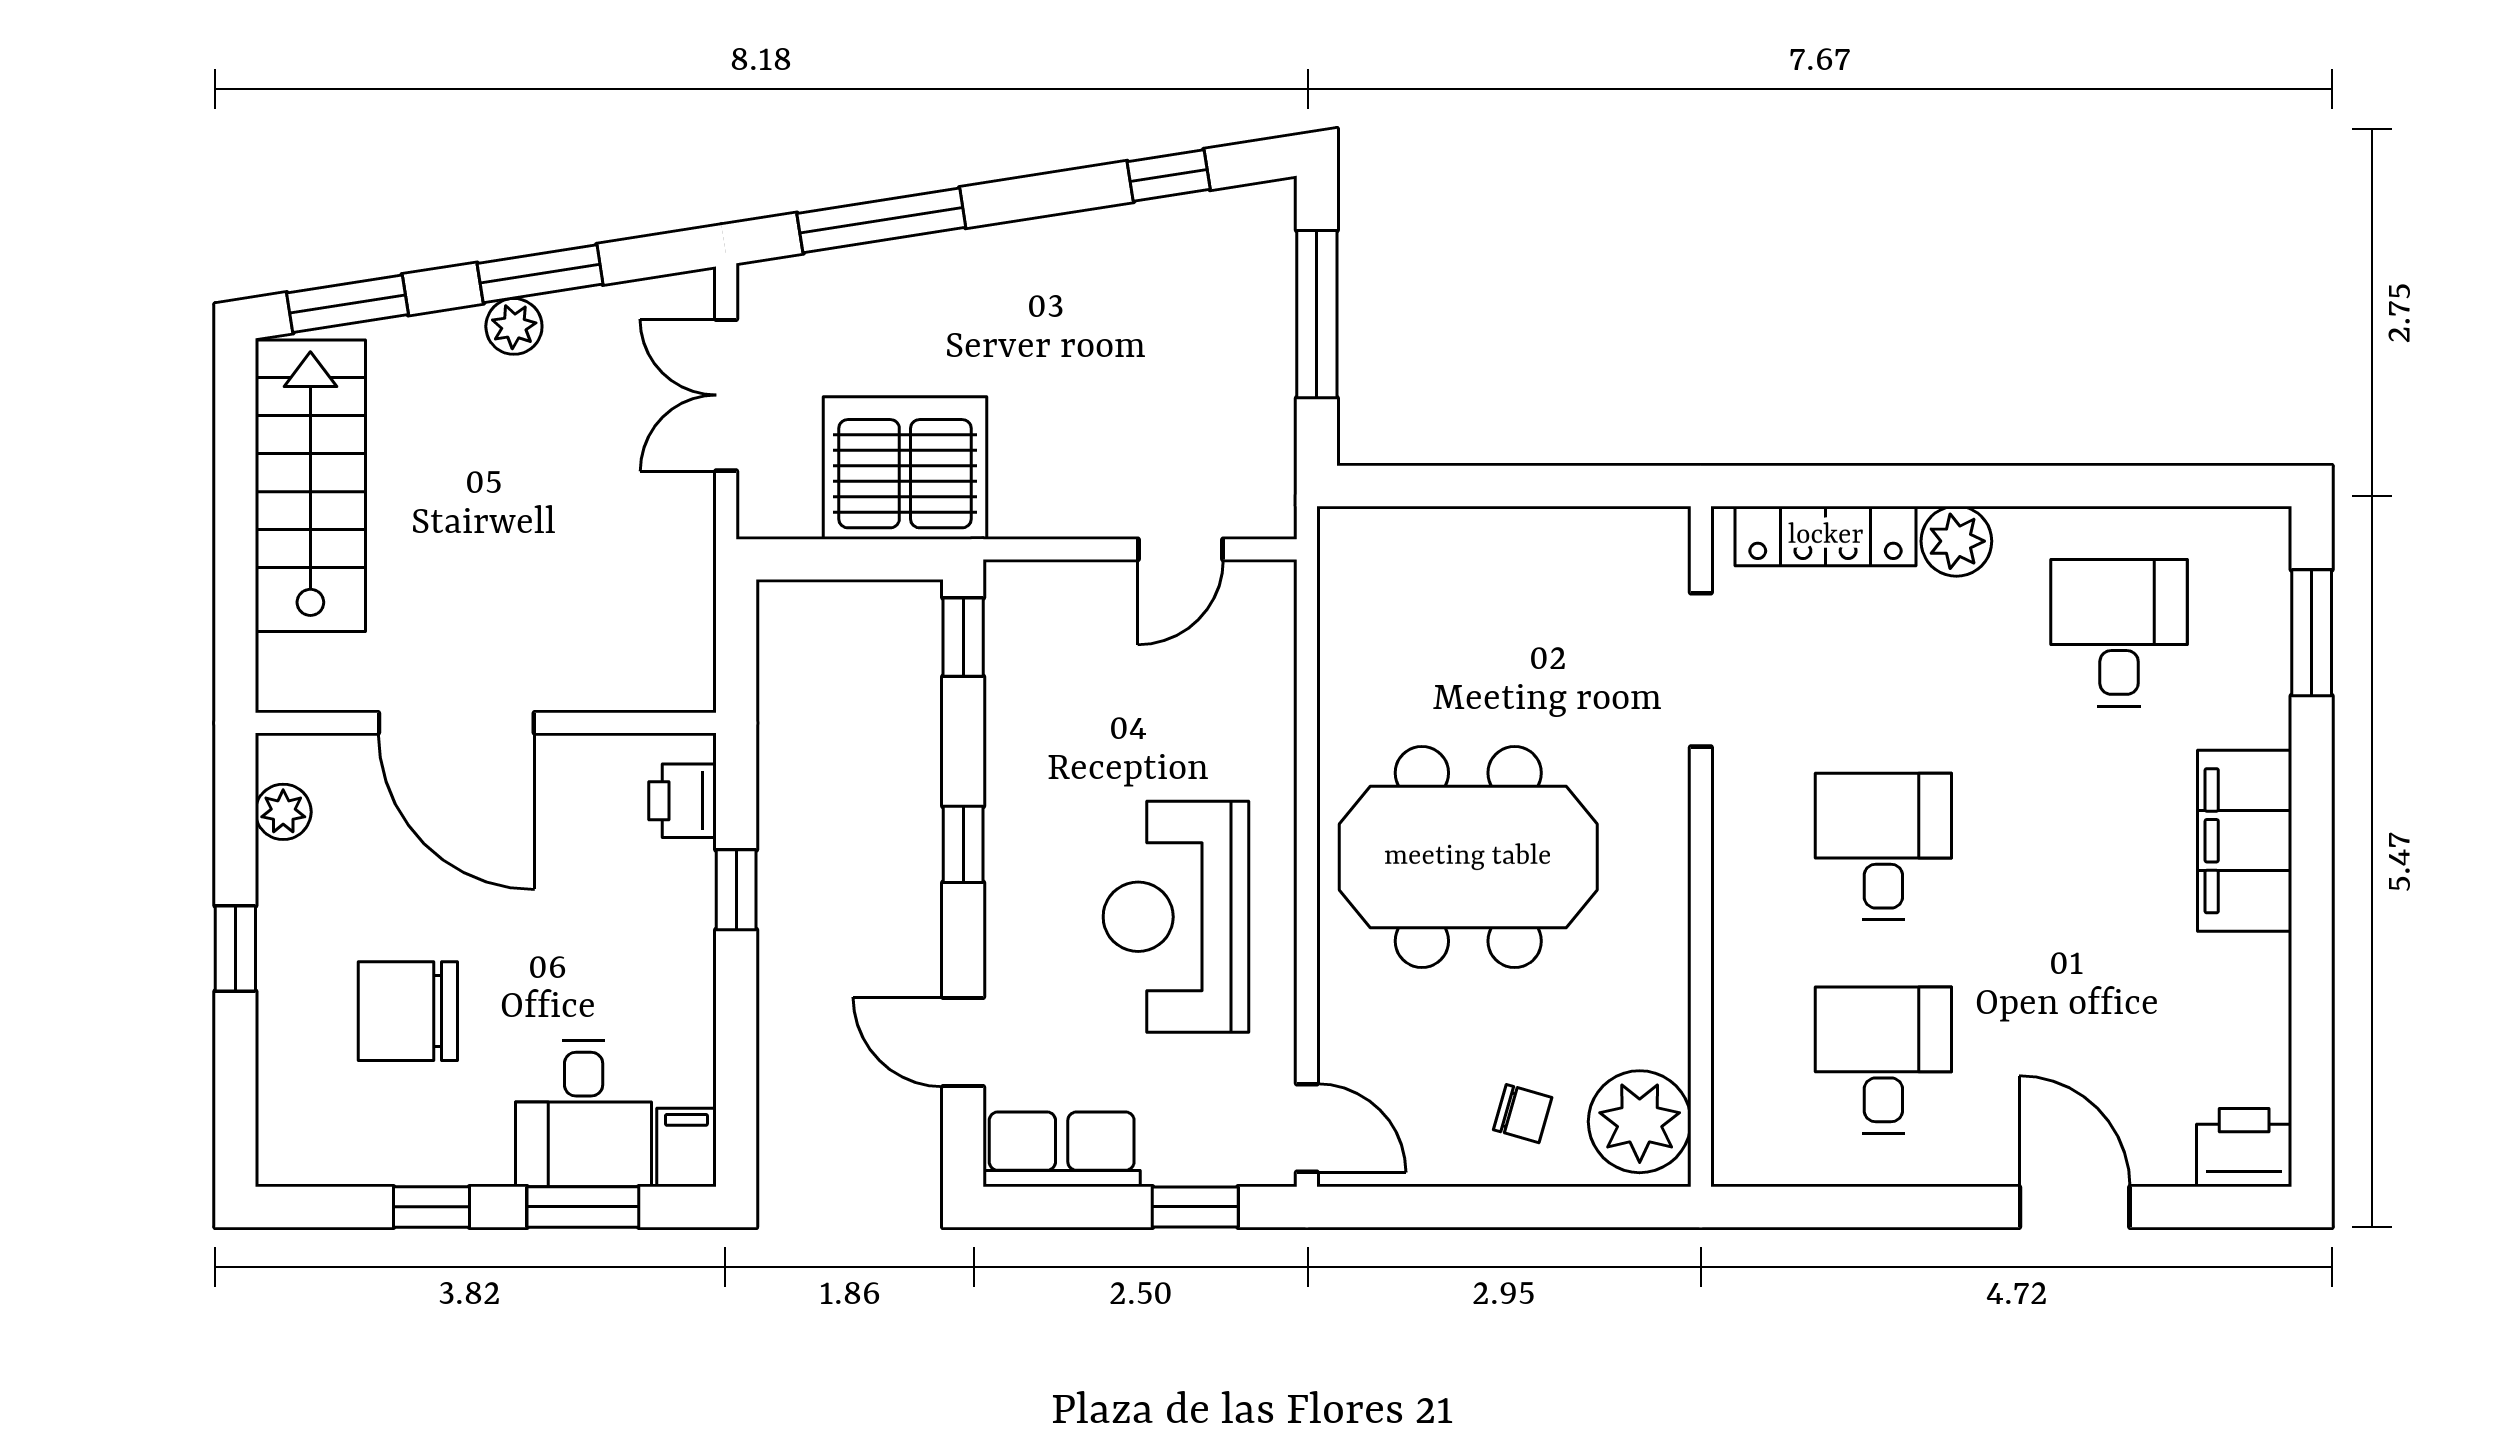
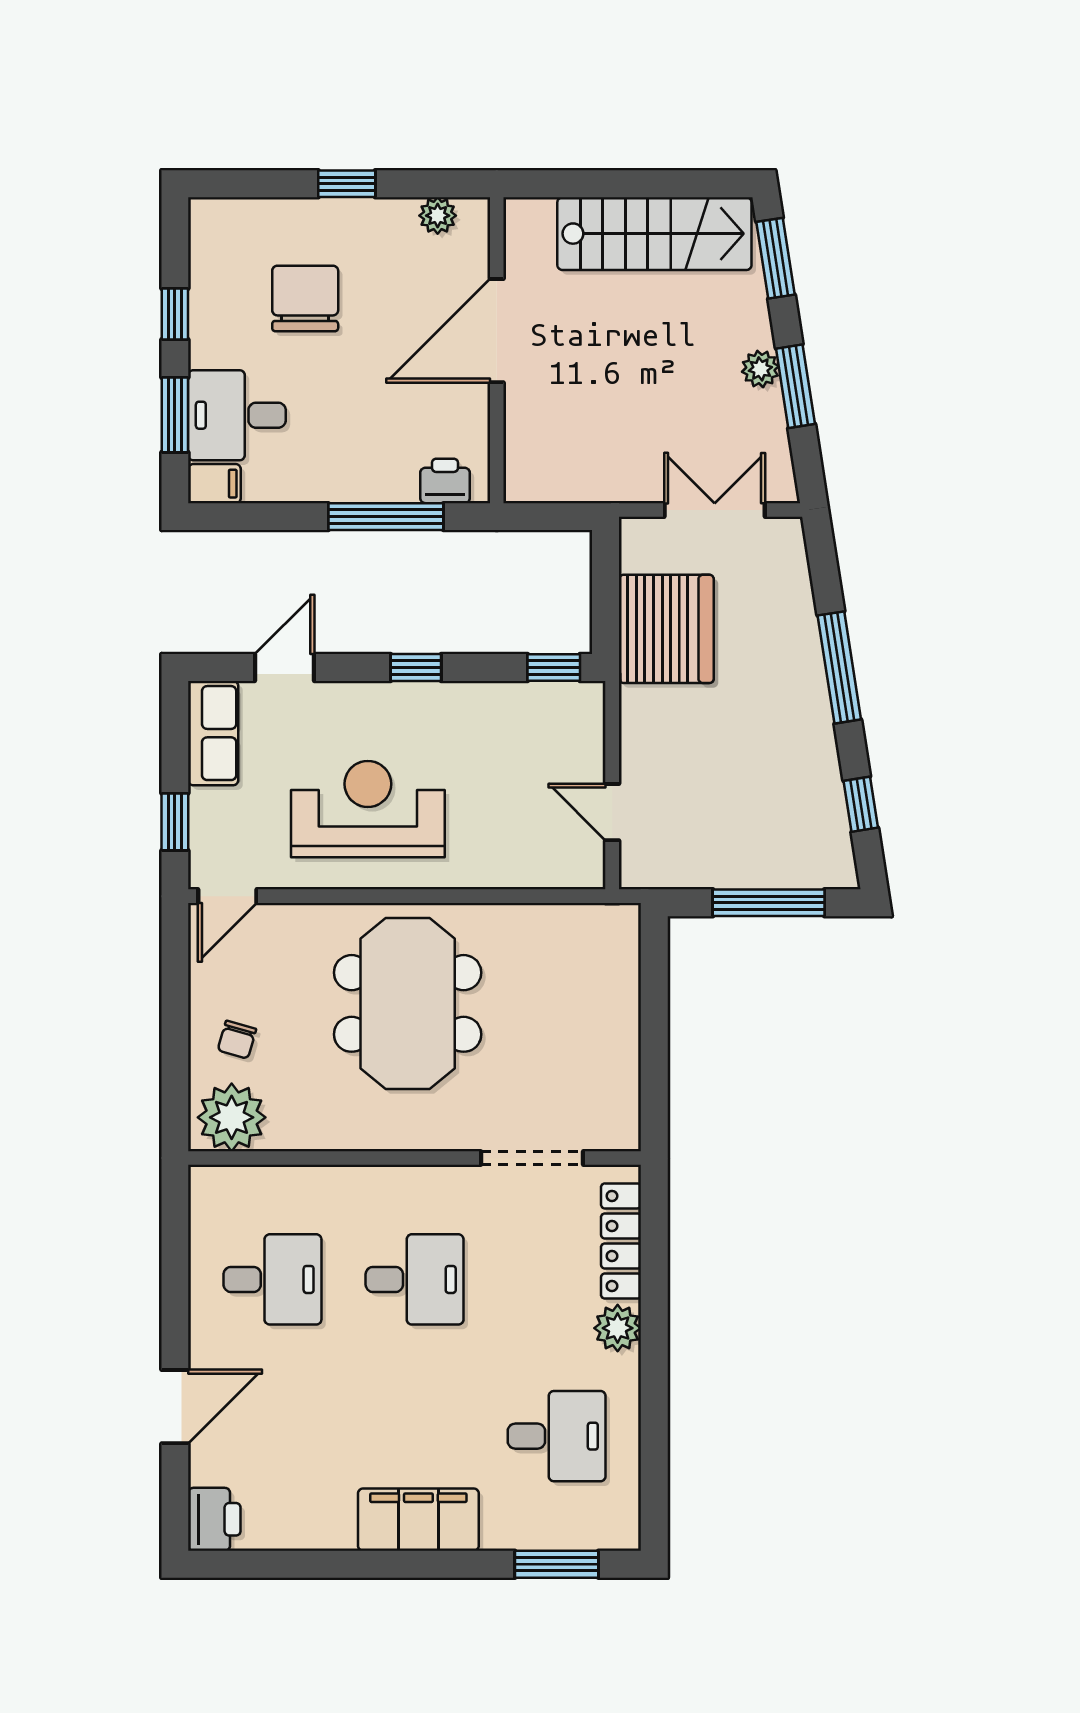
window: (881, 220) -> (839, 667), moved
window: (736, 890) -> (386, 517), width x2.17

